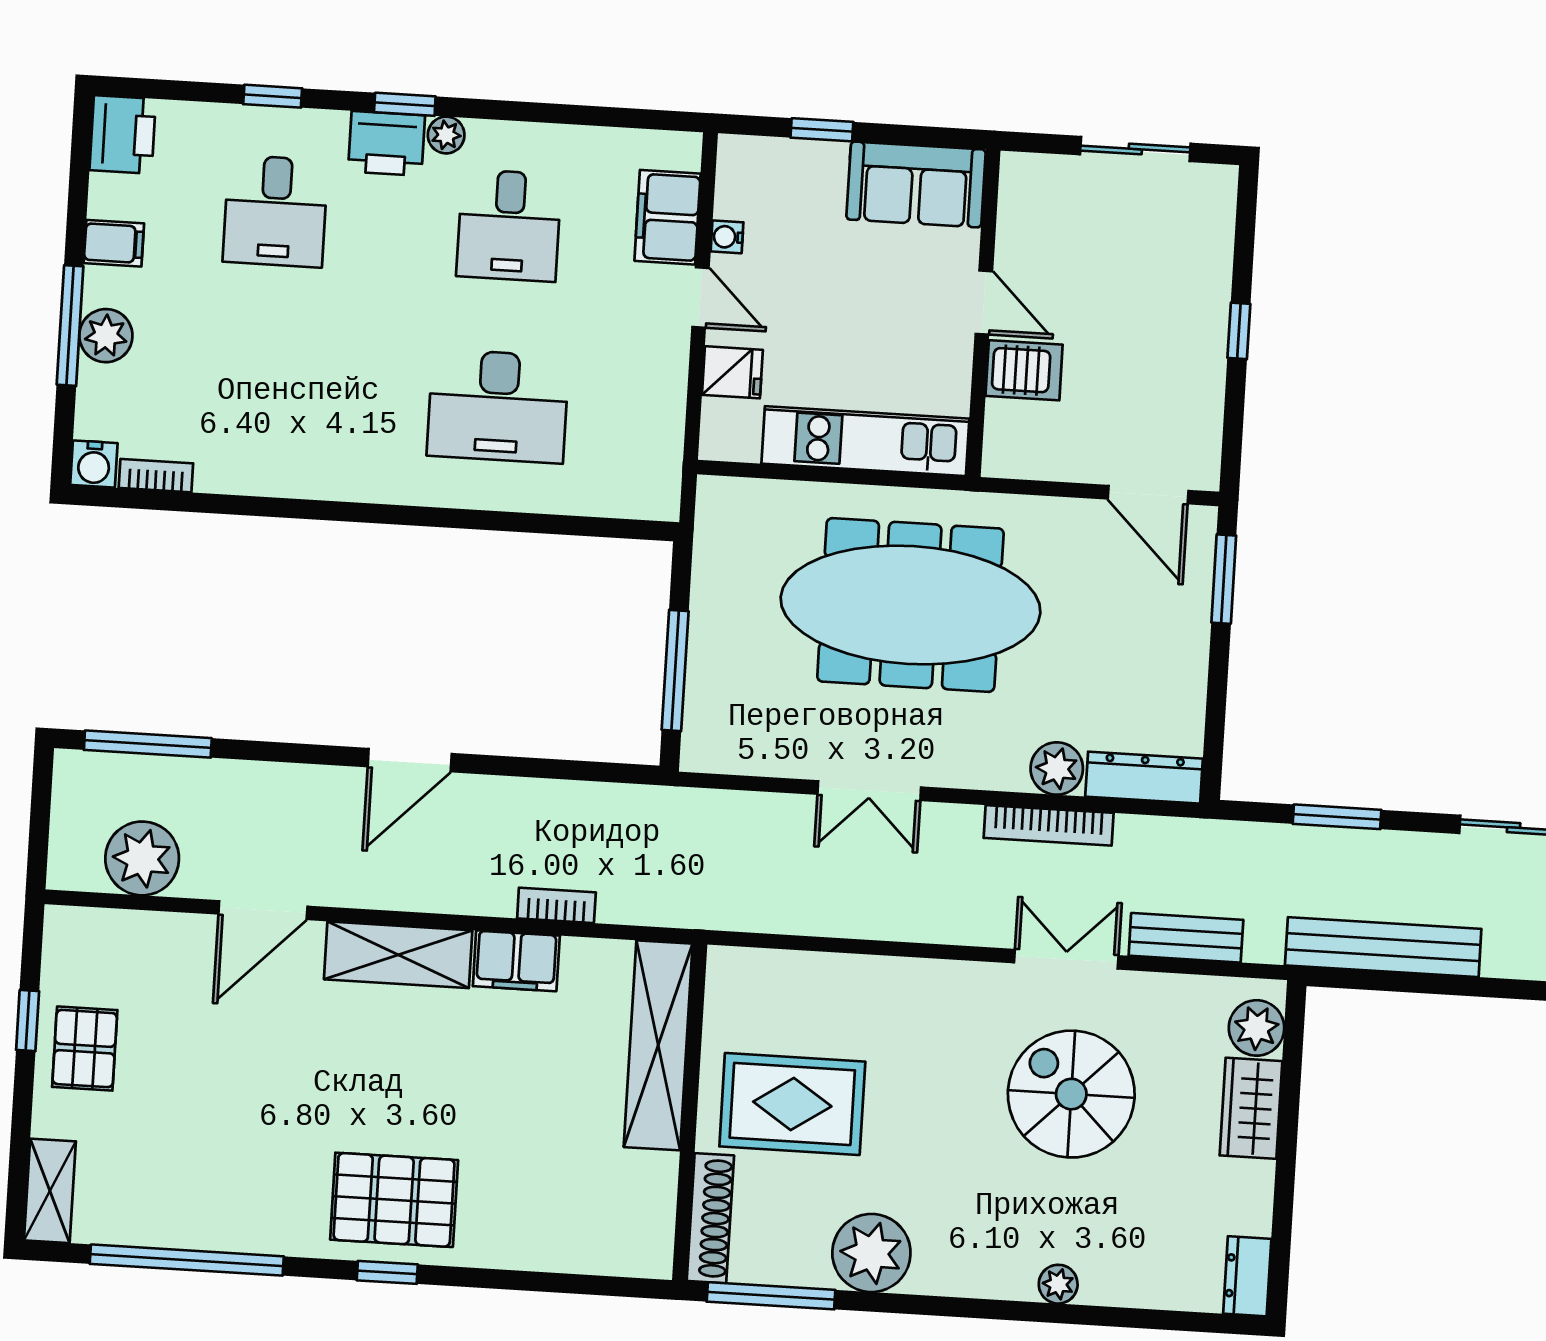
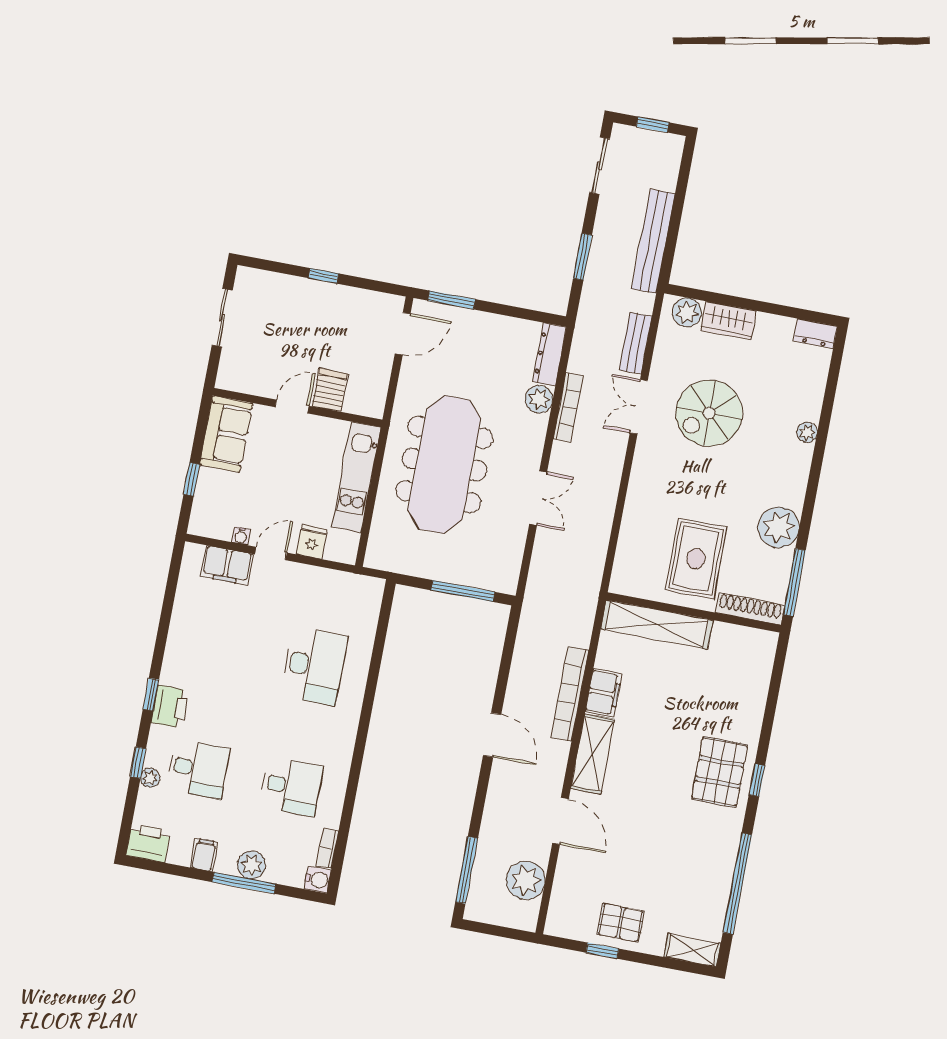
plant: (446, 135) -> (150, 778), moved
desk: (509, 225) -> (291, 786), moved
bookcase: (556, 905) -> (570, 694), width x2.31, depth x1.31

